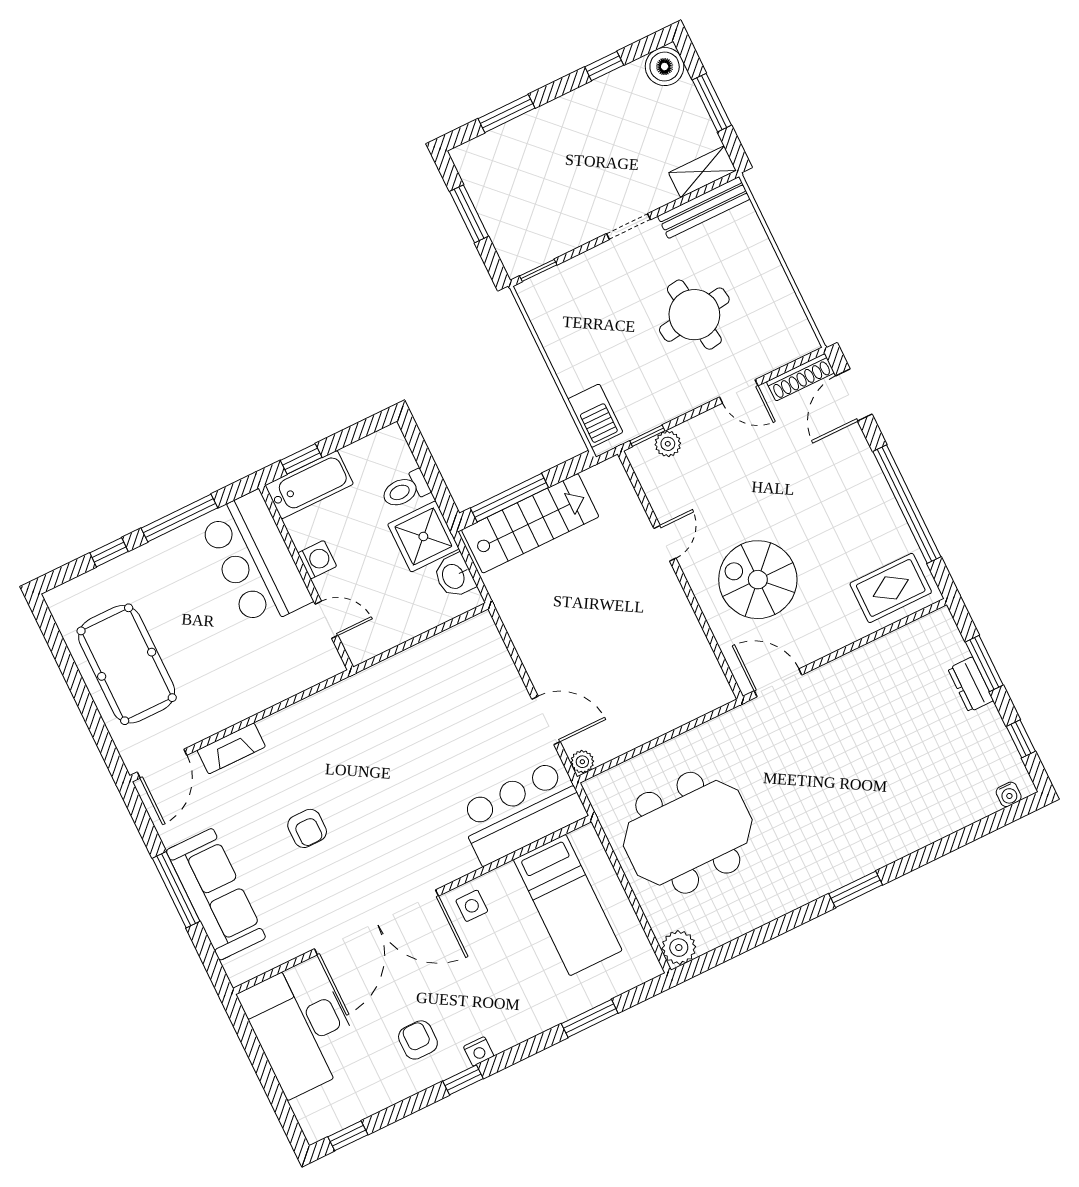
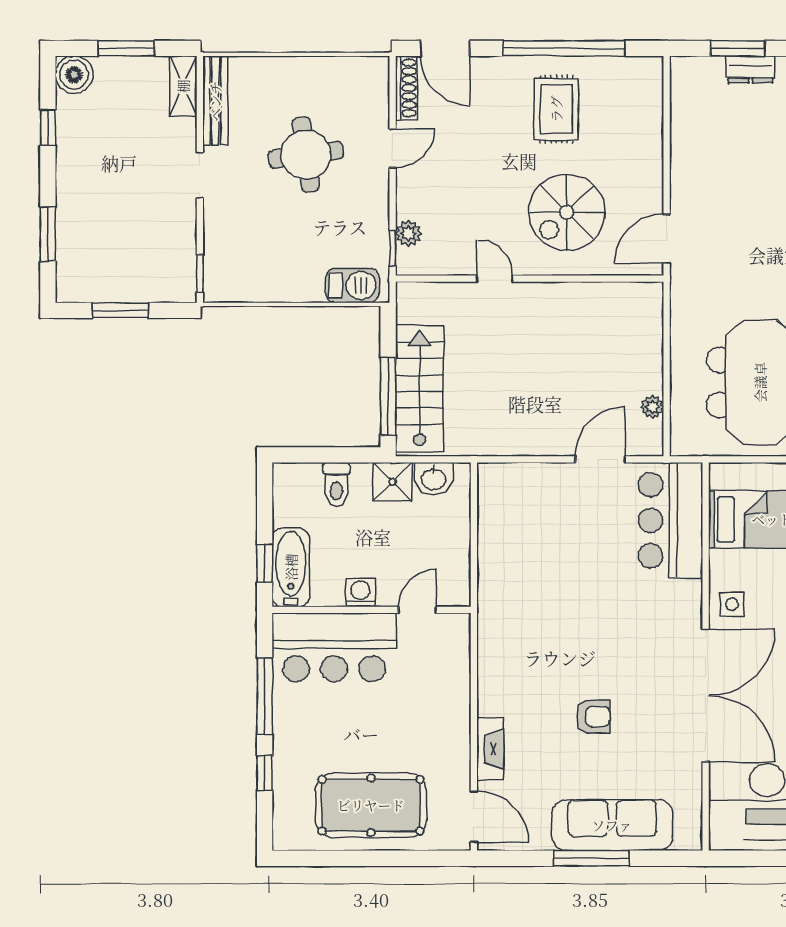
shower: (423, 536) -> (393, 482), width x0.73, depth x0.73
rug: (891, 588) -> (556, 109), moved
plant: (582, 762) -> (652, 407), moved

